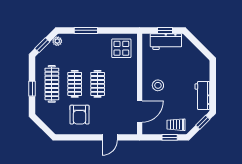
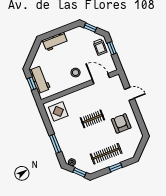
clothes rail: (75, 84) -> (99, 136), removed
workbench: (202, 95) -> (55, 42), moved
armchair: (79, 115) -> (121, 123), turned -90

